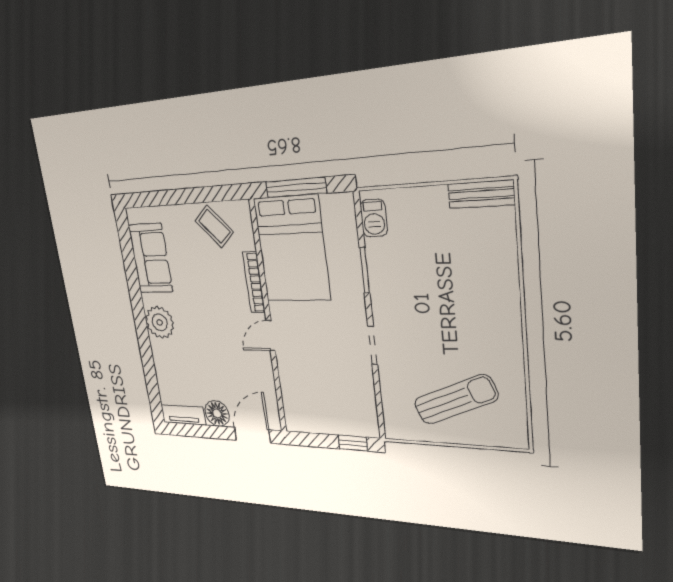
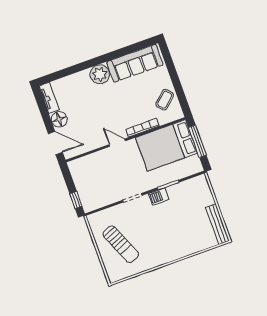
bench: (481, 194) -> (217, 224), width x1.36
barbecue: (374, 218) -> (159, 196), moved
sofa: (151, 258) -> (135, 63), width x1.36

